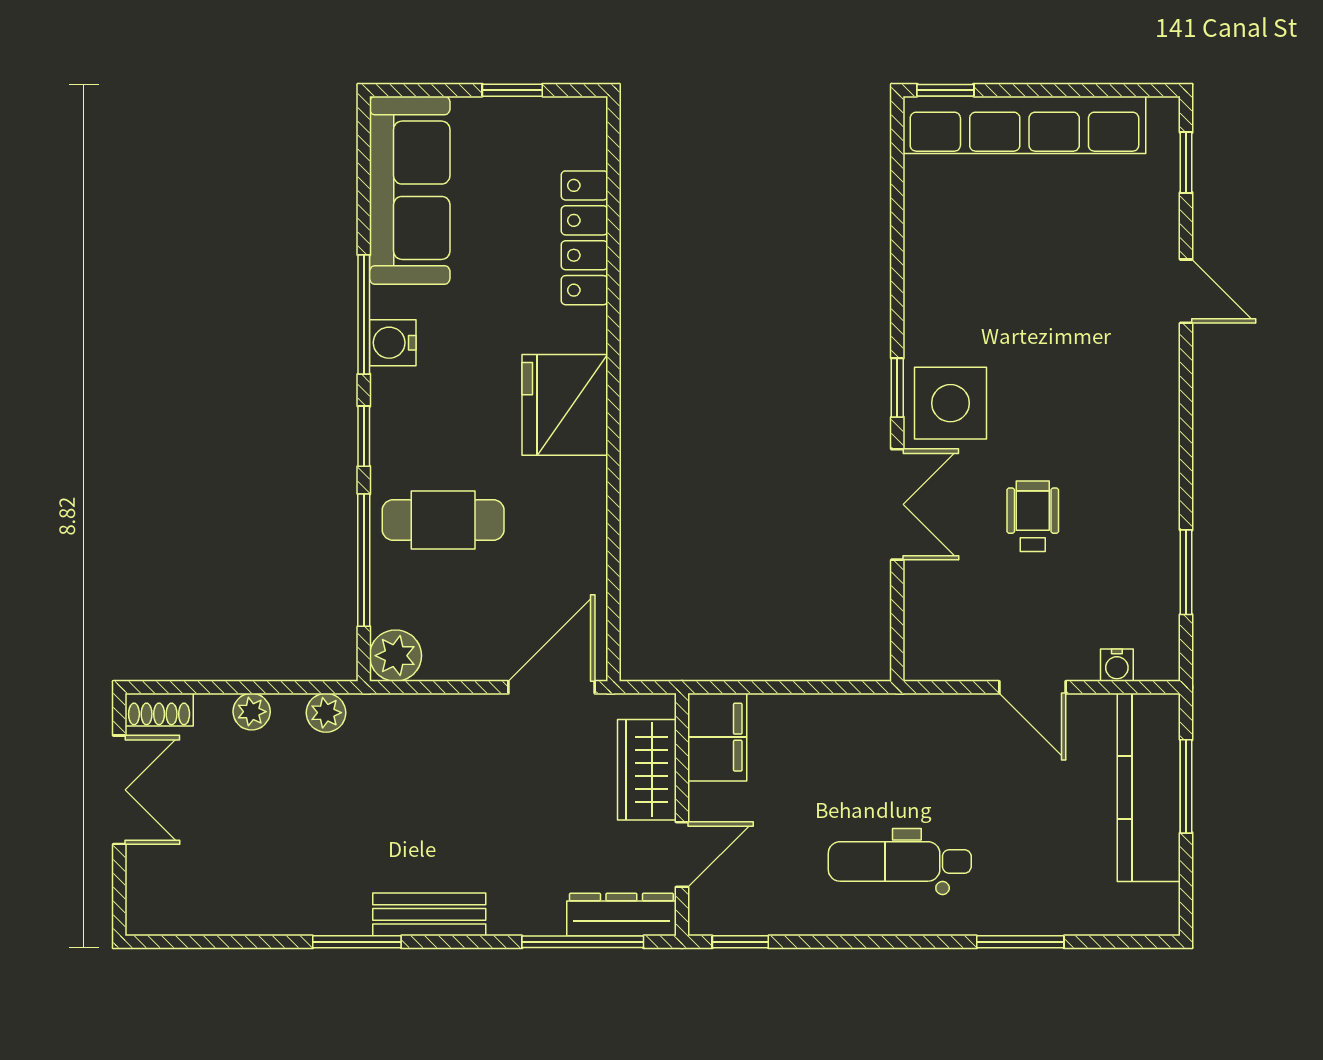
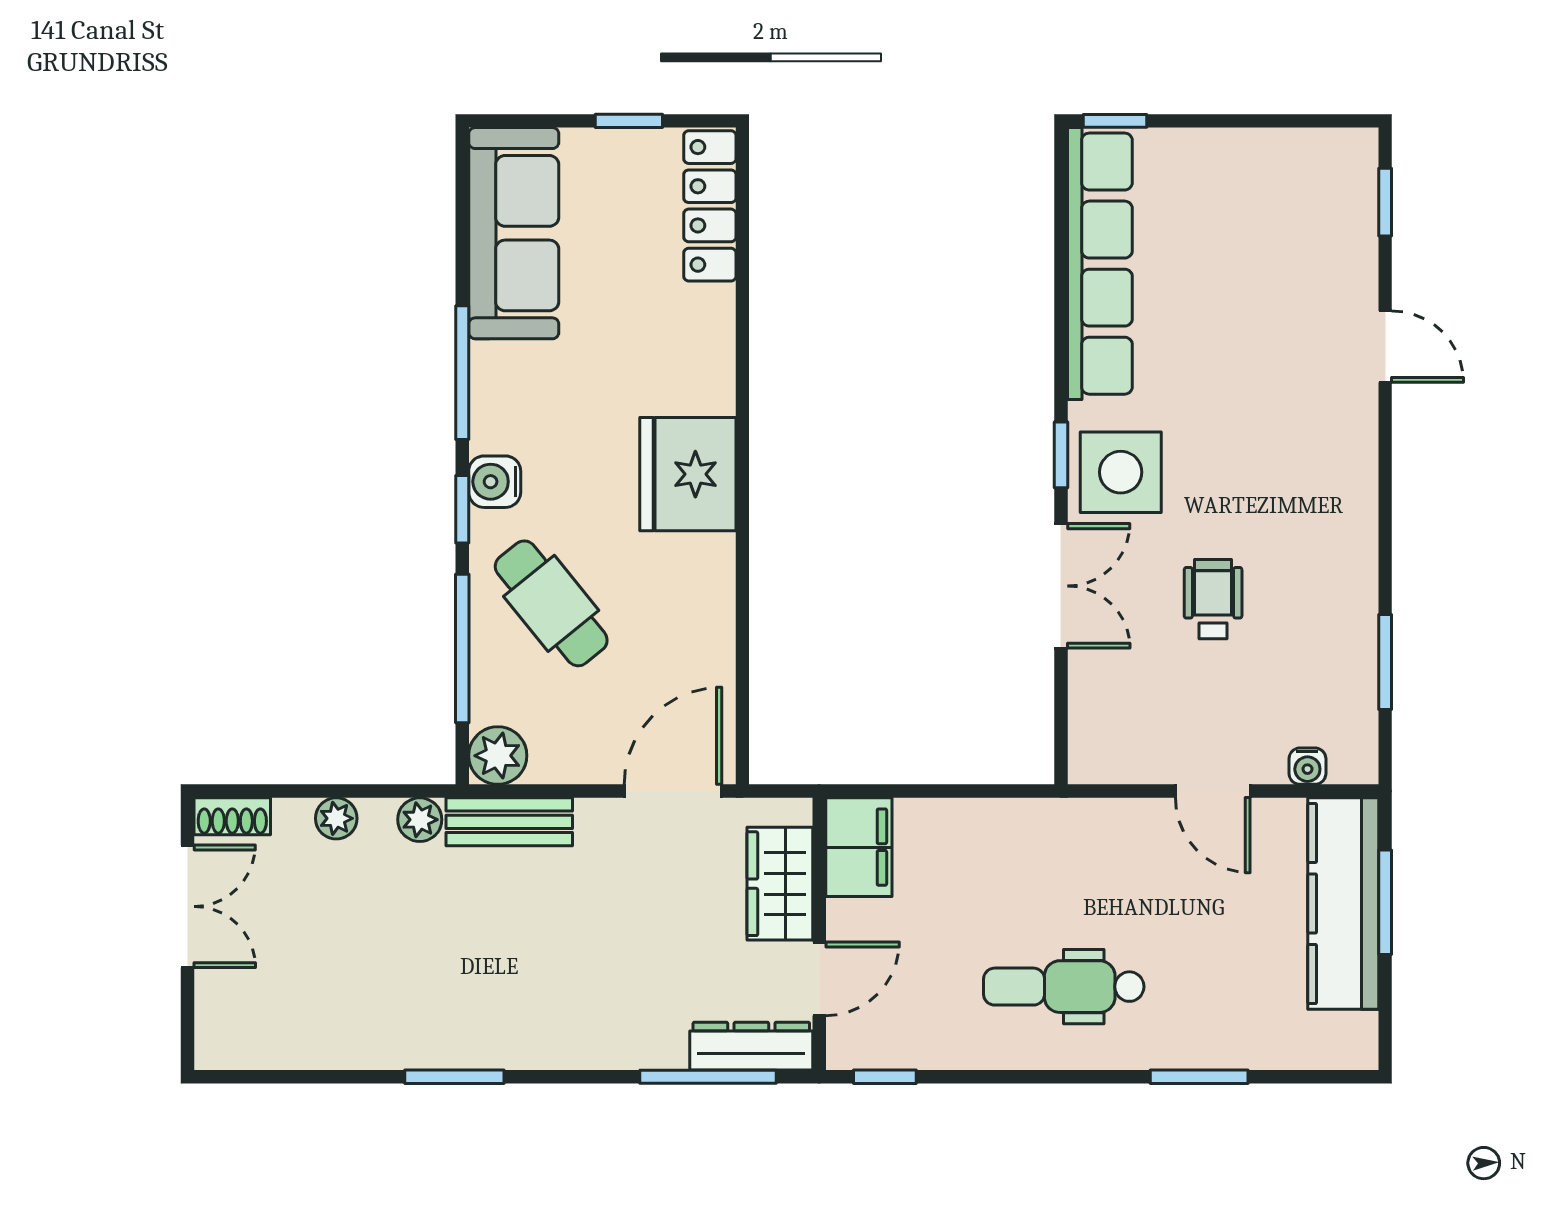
row of seats: (1024, 125) -> (1100, 264), moved, turned -90
locker: (584, 238) -> (710, 206), moved
water cooler: (393, 343) -> (495, 482), moved
cafe table: (443, 520) -> (551, 603), turned 51
bench: (429, 914) -> (509, 822), moved

